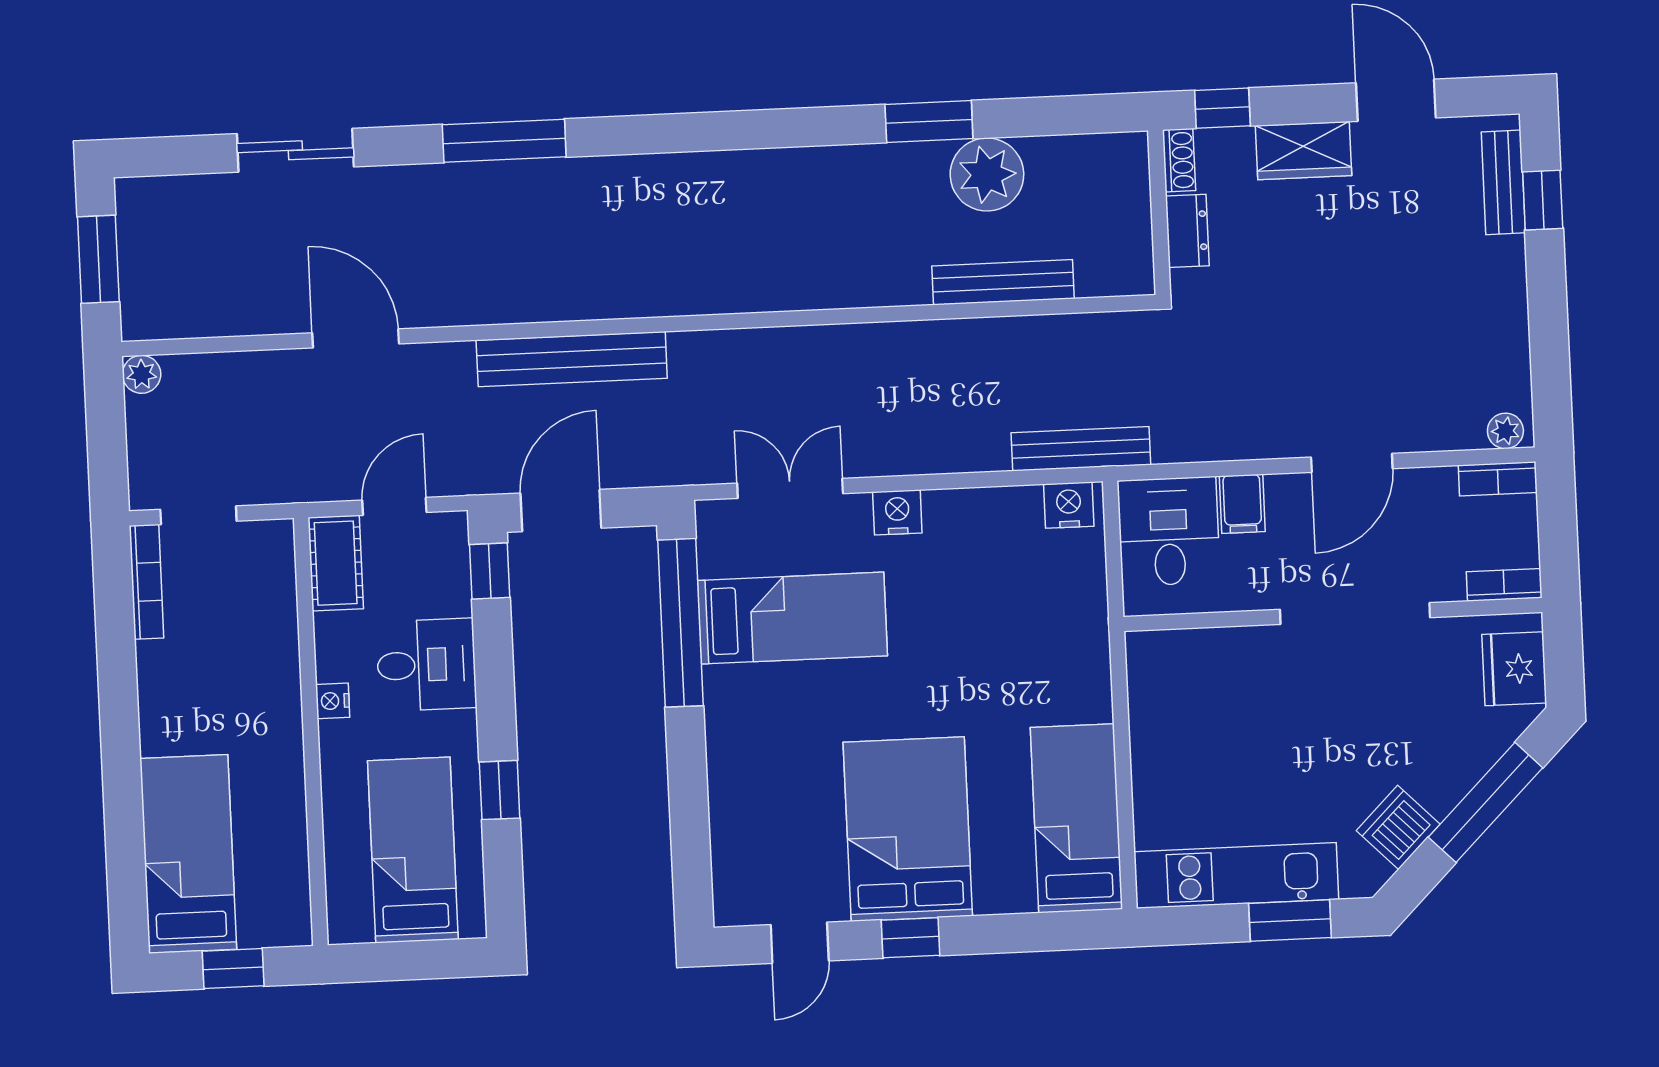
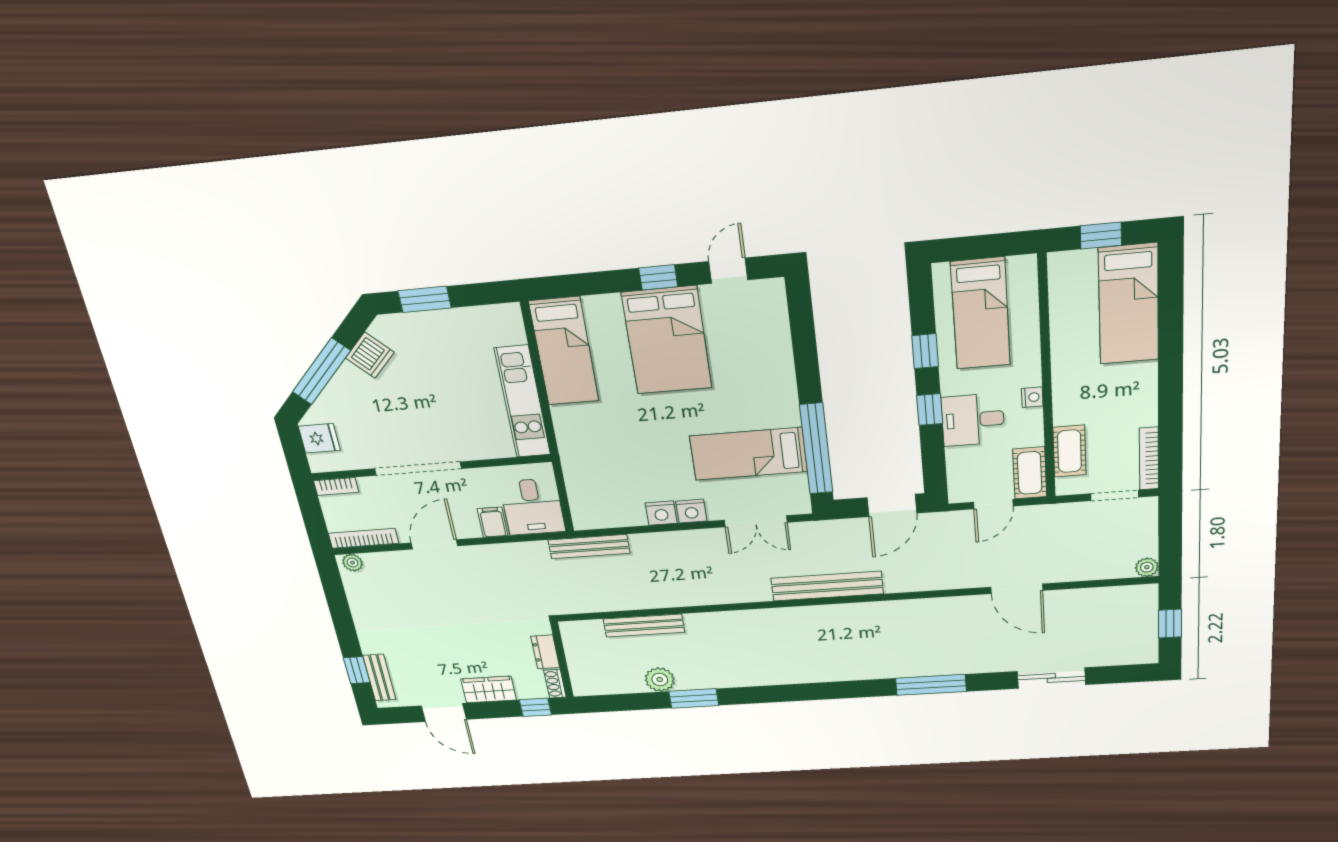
plant: (987, 174) -> (660, 680), width x0.73, depth x0.73
window: (98, 259) -> (1170, 624), width x0.67
bench: (572, 359) -> (827, 586), moved
bookcase: (1498, 479) -> (364, 538), width x1.56
nightstand: (1069, 505) -> (661, 513), moved
window: (490, 571) -> (930, 410), moved
cot: (273, 601) -> (1069, 451), added
fridge: (1514, 669) -> (319, 438), width x0.72
kitchen unit: (1236, 876) -> (523, 402), moved, turned 90

